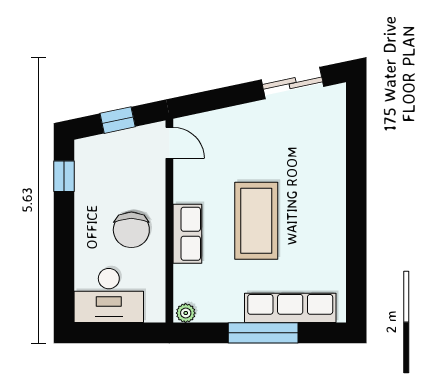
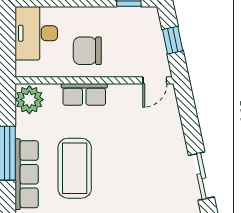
coffee table: (256, 221) -> (75, 168), moved, turned 90
plant: (186, 313) -> (29, 100), width x1.87, depth x1.87

